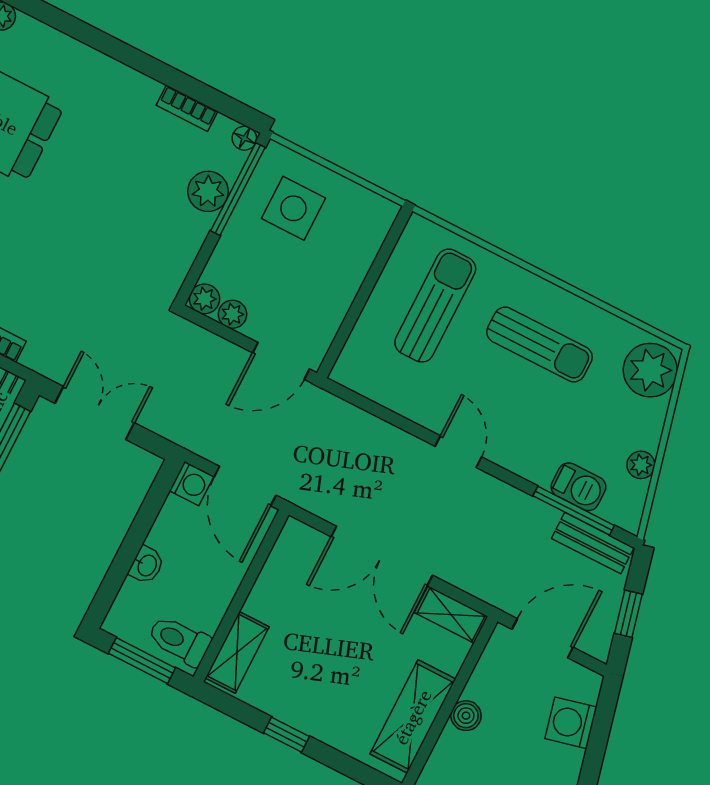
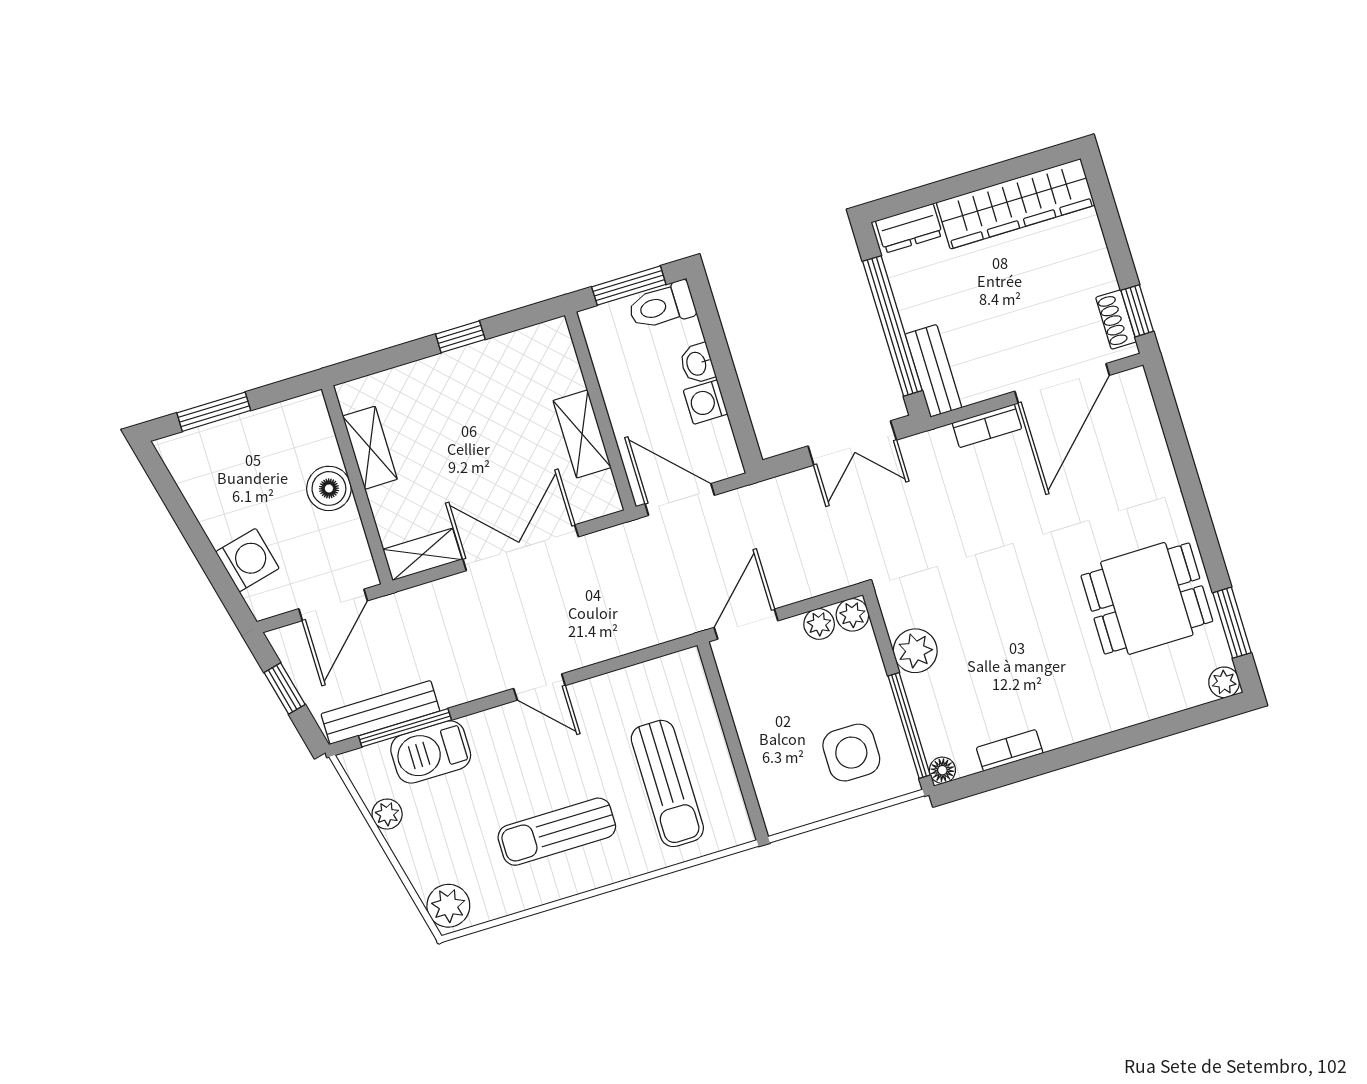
plant: (208, 191) -> (915, 651), moved
plant: (650, 370) -> (448, 906), width x0.73, depth x0.73
washing machine: (192, 484) -> (706, 402), moved
barbecue: (578, 487) -> (431, 752), width x1.38, depth x1.27
bench: (593, 543) -> (380, 712), width x1.36
toilet: (179, 640) -> (662, 306), moved, turned 180
shelving: (237, 652) -> (582, 434), moved
boiler: (466, 716) -> (329, 488), width x1.36, depth x1.36
shelving: (413, 717) -> (370, 448), width x0.67, depth x0.75

